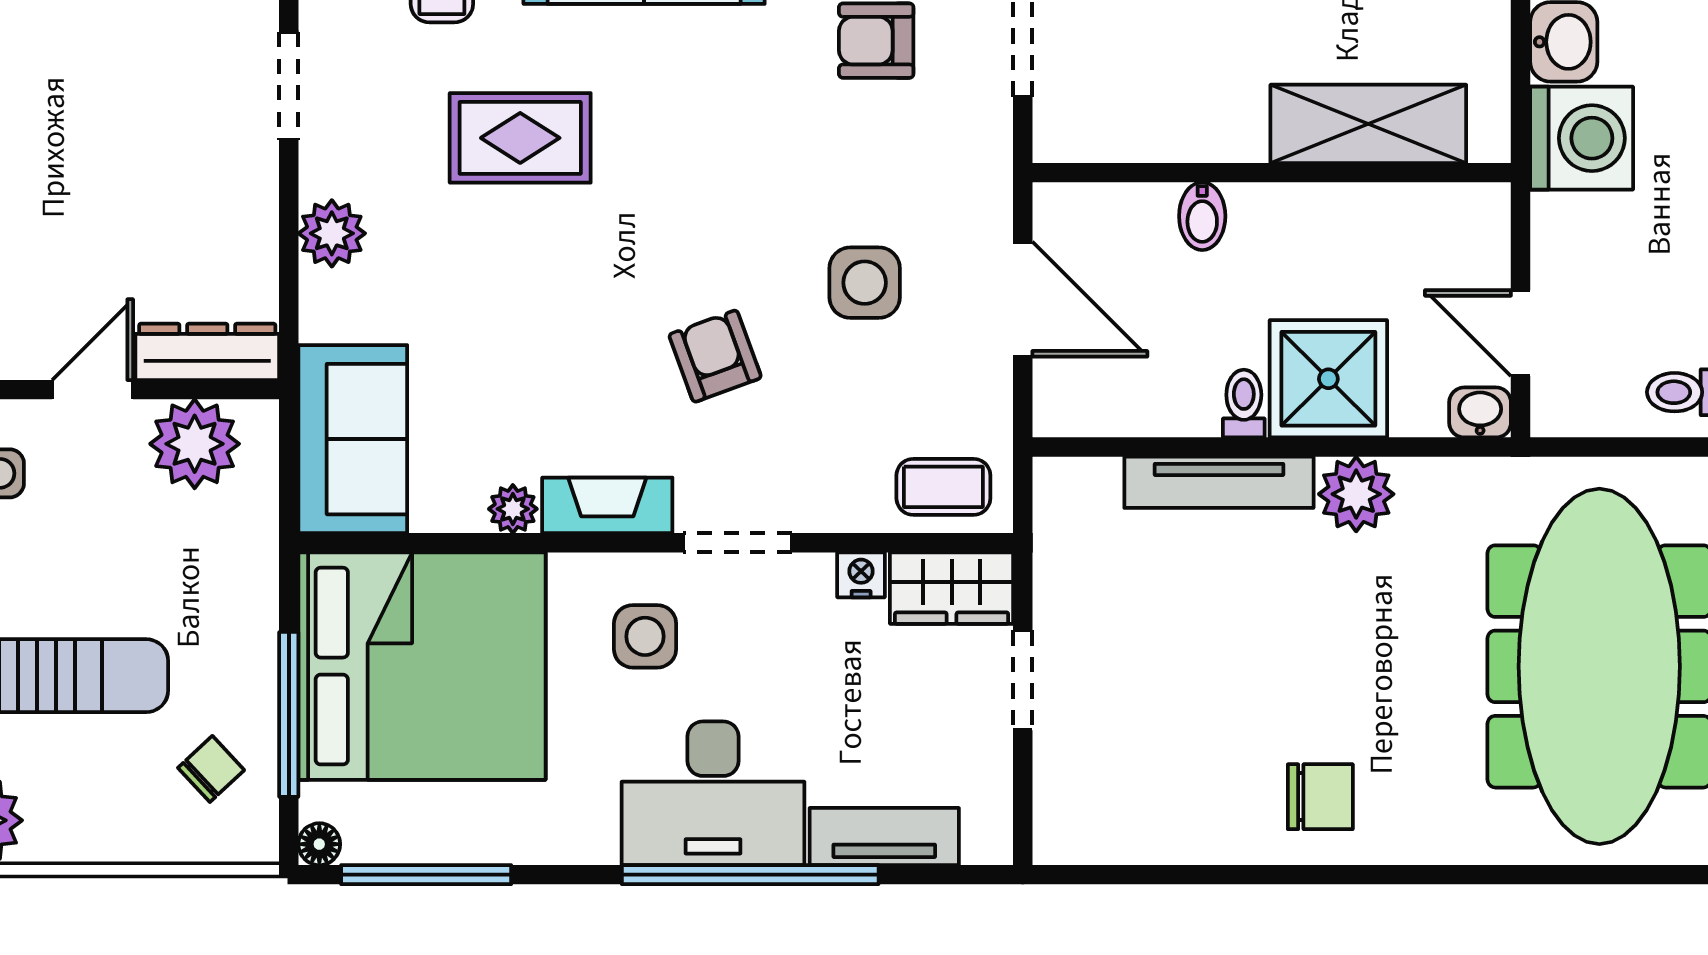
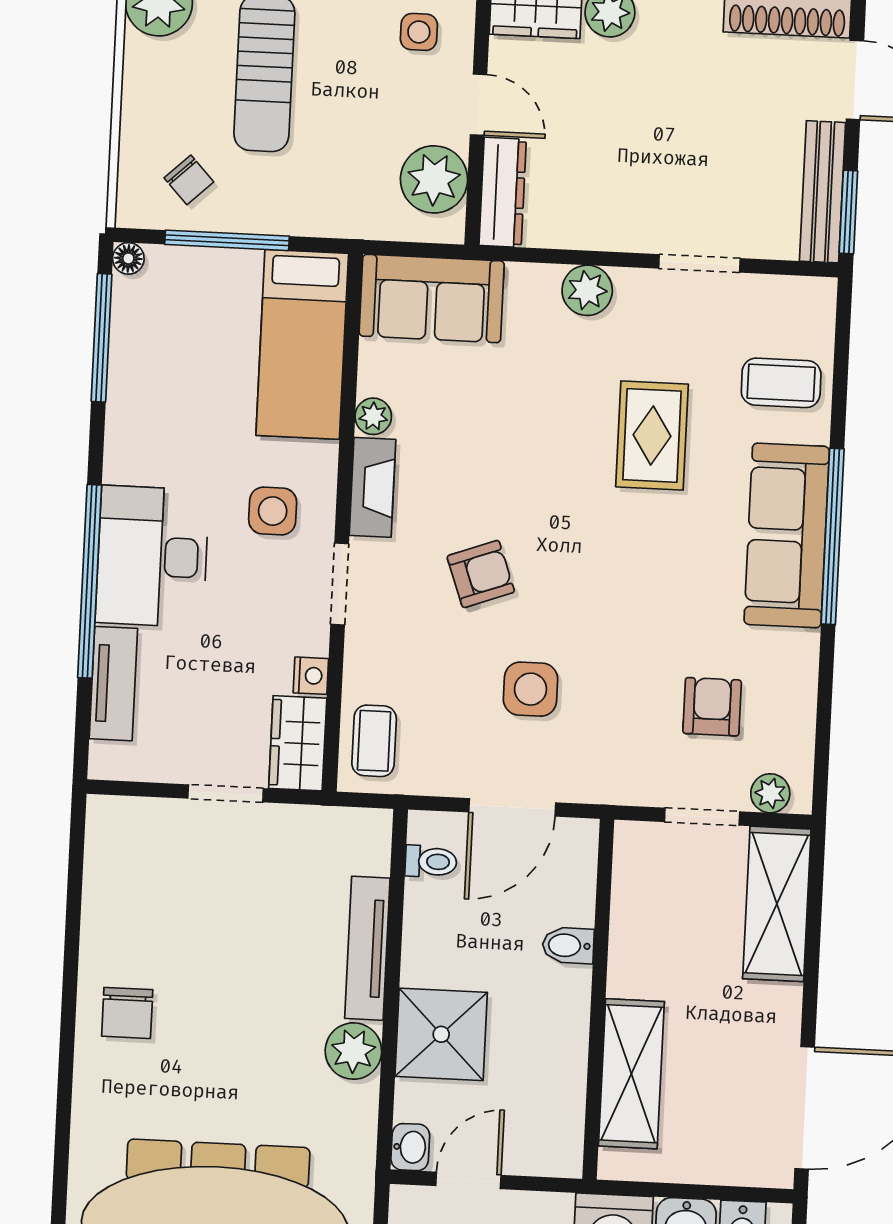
toilet: (1244, 404) -> (431, 862), moved
bed: (422, 666) -> (302, 344), width x0.49

